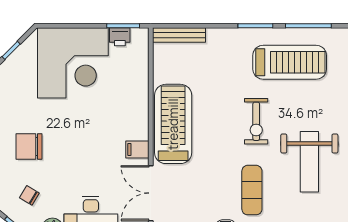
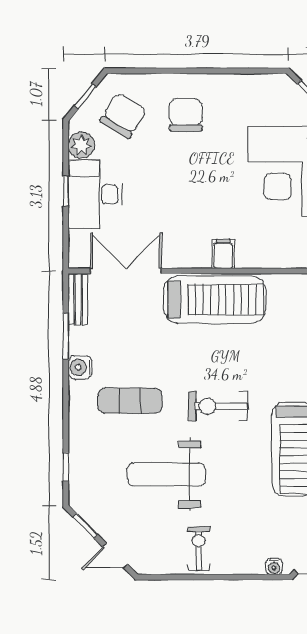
filing cabinet: (137, 149) -> (223, 254), moved
chair: (29, 195) -> (123, 115), width x1.87, depth x1.87

